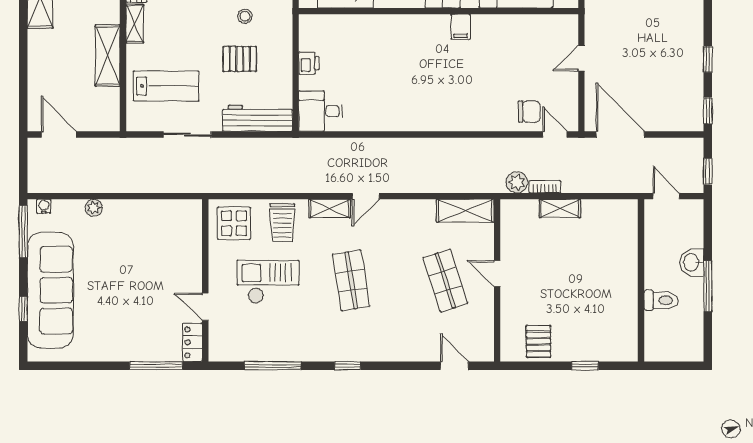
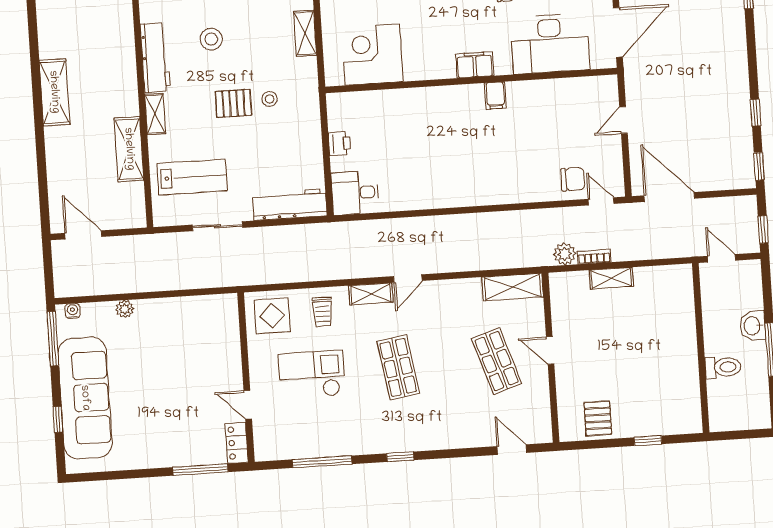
pallet: (240, 59) -> (234, 103), moved
trolley: (282, 223) -> (323, 312), width x0.73, depth x0.72

